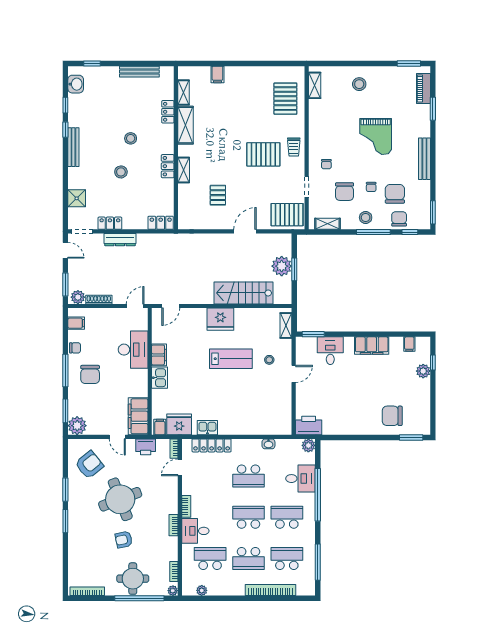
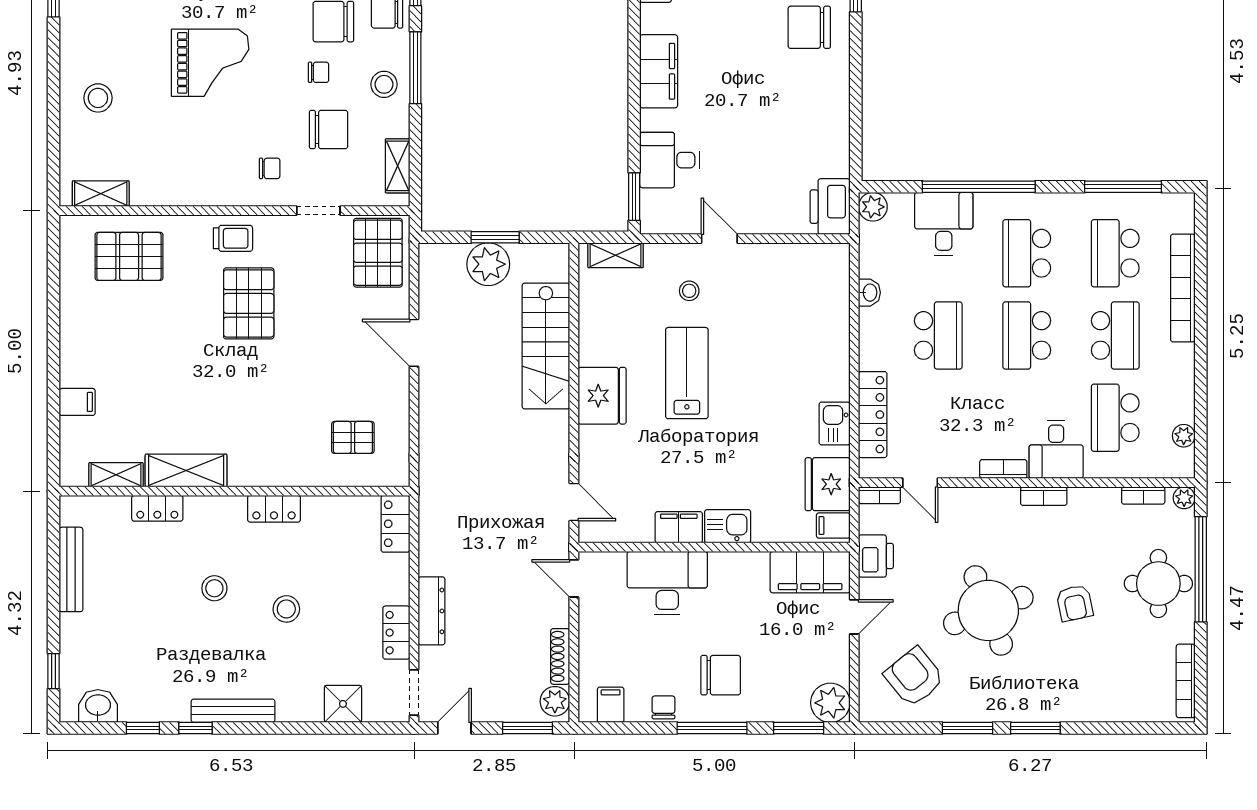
shelving: (184, 170) -> (282, 474), removed
pallet: (218, 195) -> (353, 437), moved
chair: (392, 416) -> (809, 27), turned 90

